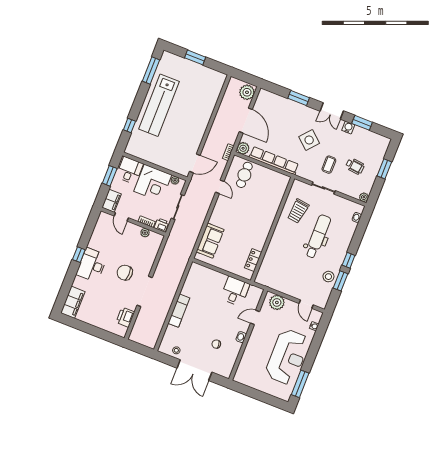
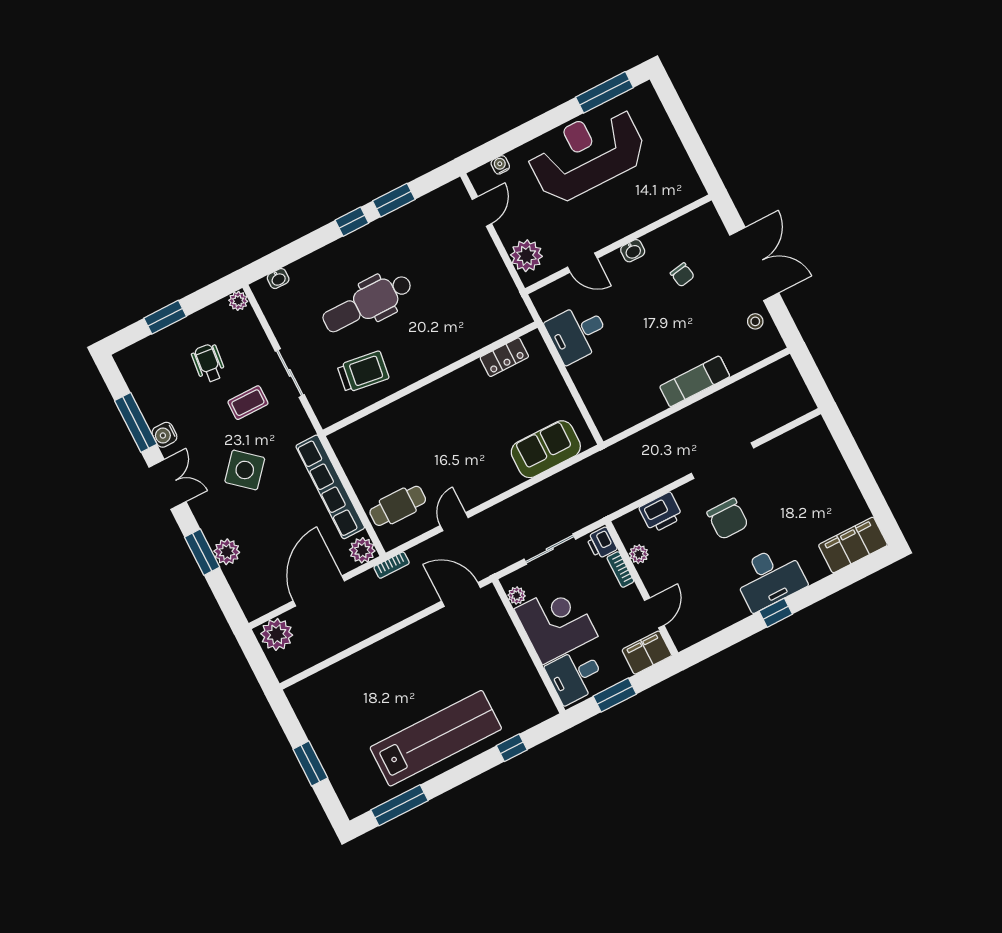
plant: (290, 106) -> (227, 552), added
window: (362, 123) -> (136, 422), width x1.44
stool: (328, 277) -> (407, 224), removed
printer: (125, 317) -> (661, 513), moved

